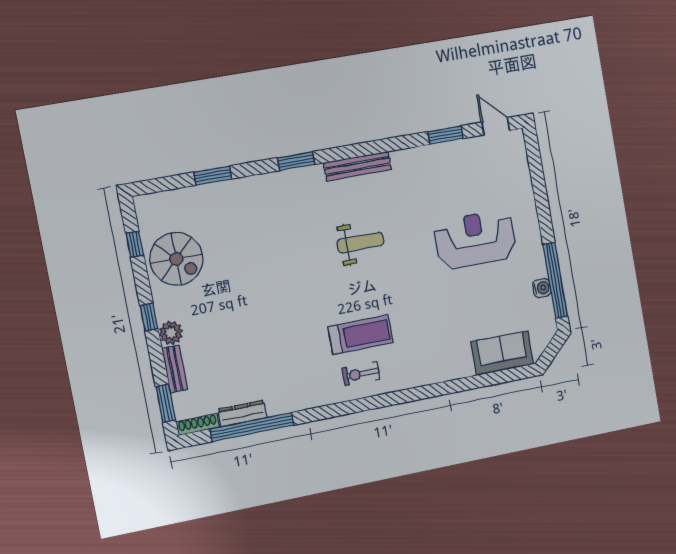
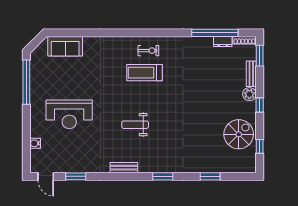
bench: (357, 166) -> (124, 168), width x0.73
spiral stairs: (176, 259) -> (239, 134), turned 90
water cooler: (542, 288) -> (35, 143), moved
dresser: (242, 413) -> (223, 41), width x0.70

